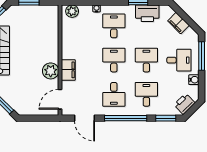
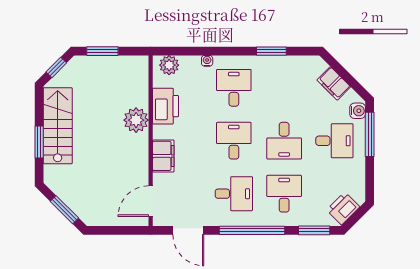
printer: (147, 13) -> (165, 106), moved, turned -90
desk: (146, 60) -> (284, 141), turned 180
plant: (51, 71) -> (136, 120), moved
water cooler: (194, 80) -> (358, 111), moved
desk: (114, 94) -> (234, 194), turned -90

